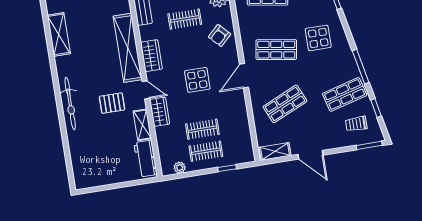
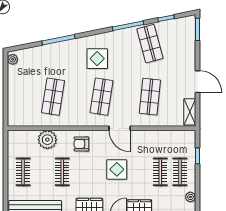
armchair: (220, 36) -> (81, 144), turned 134
shop shelf: (285, 104) -> (150, 97), turned 30
trolley: (356, 124) -> (177, 38), removed
door: (311, 155) -> (198, 82), hinge flipped

